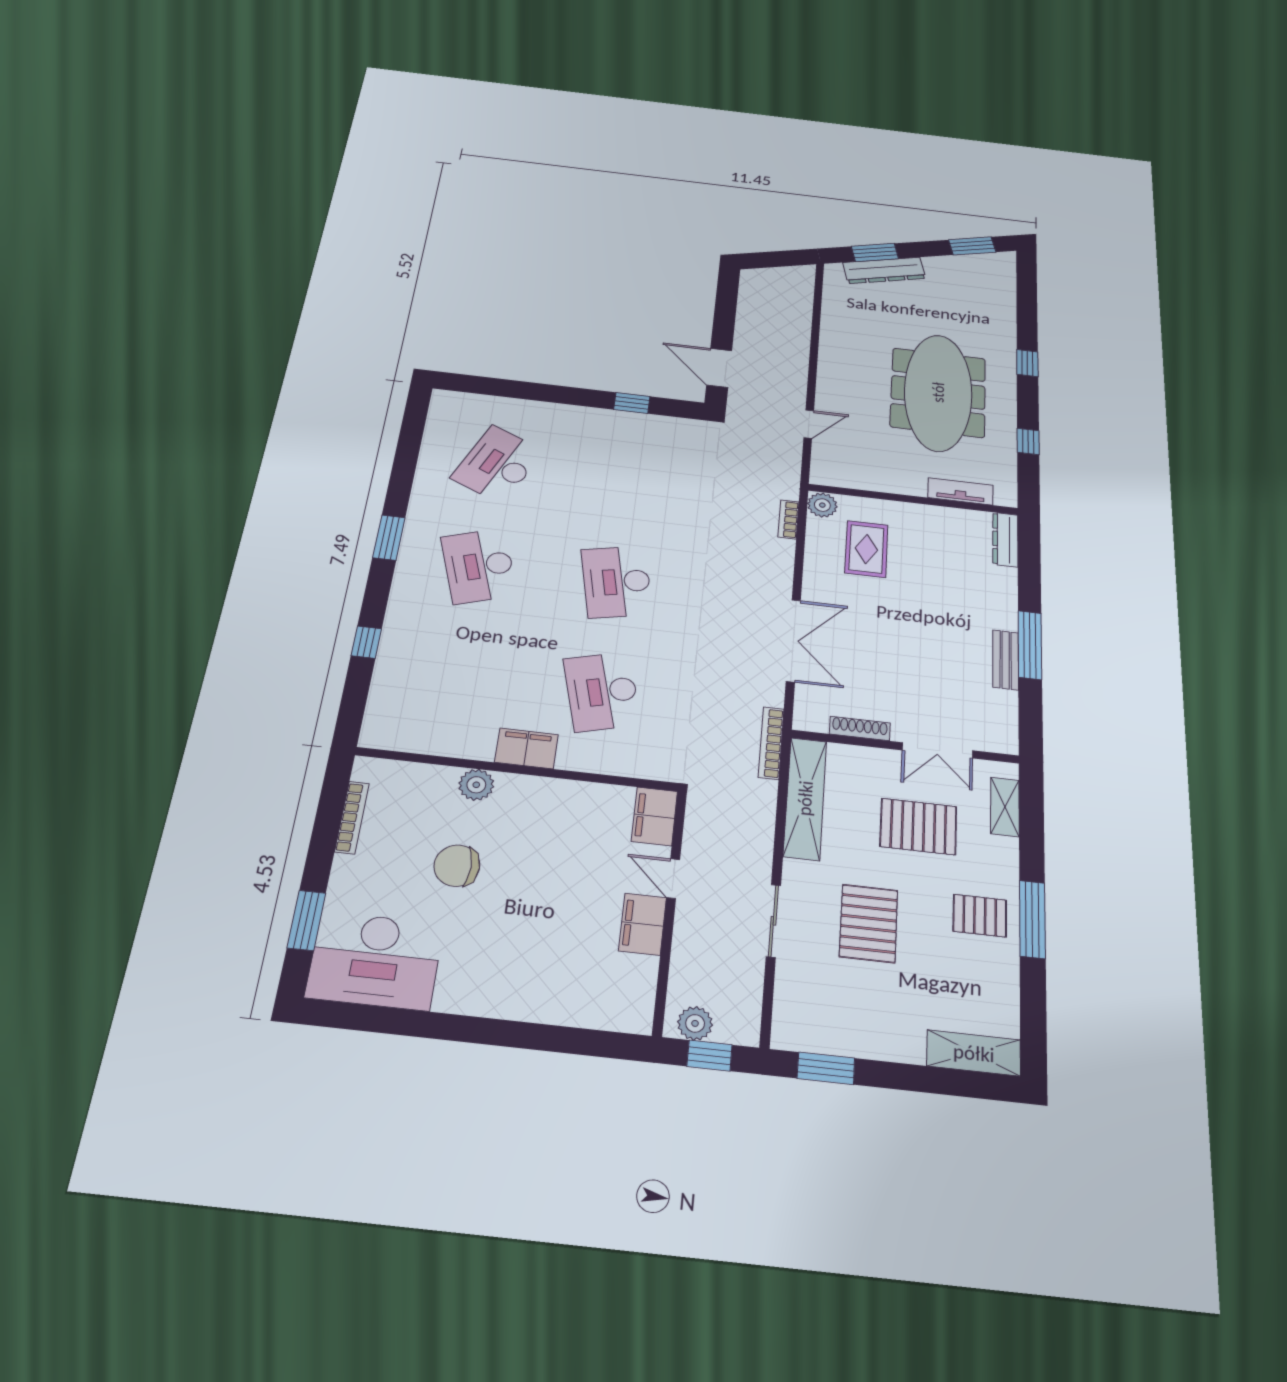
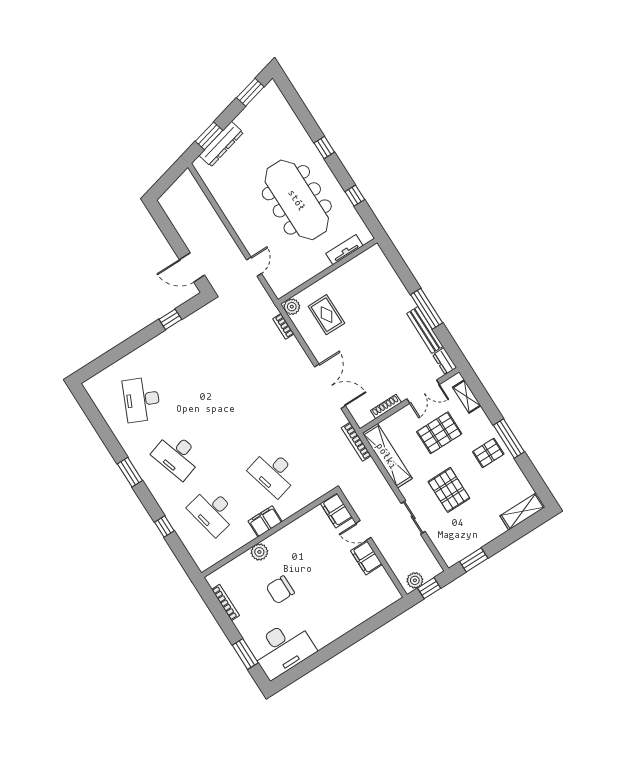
dresser: (1005, 540) -> (445, 361), moved, width x0.70
desk: (617, 582) -> (213, 511), moved
bench: (1006, 660) -> (425, 330), width x1.36

